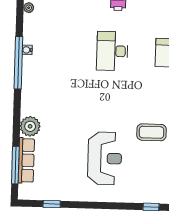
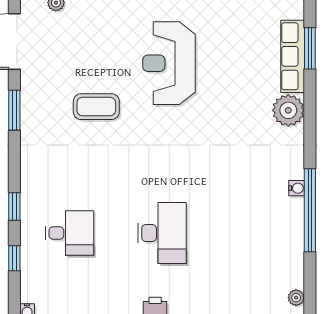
water cooler: (27, 50) -> (297, 188), moved
window: (15, 165) -> (310, 48), width x0.69

